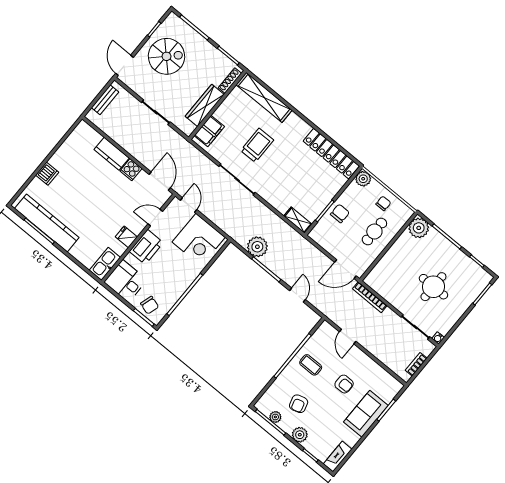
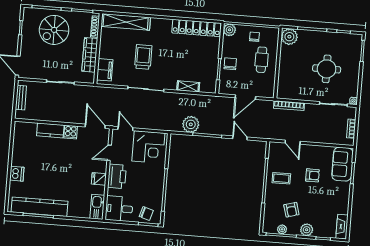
spiral stairs: (166, 56) -> (54, 30), moved, turned 180
shelving: (298, 220) -> (188, 86), moved
door: (345, 269) -> (245, 97), moved
sofa: (366, 414) -> (342, 164), moved

